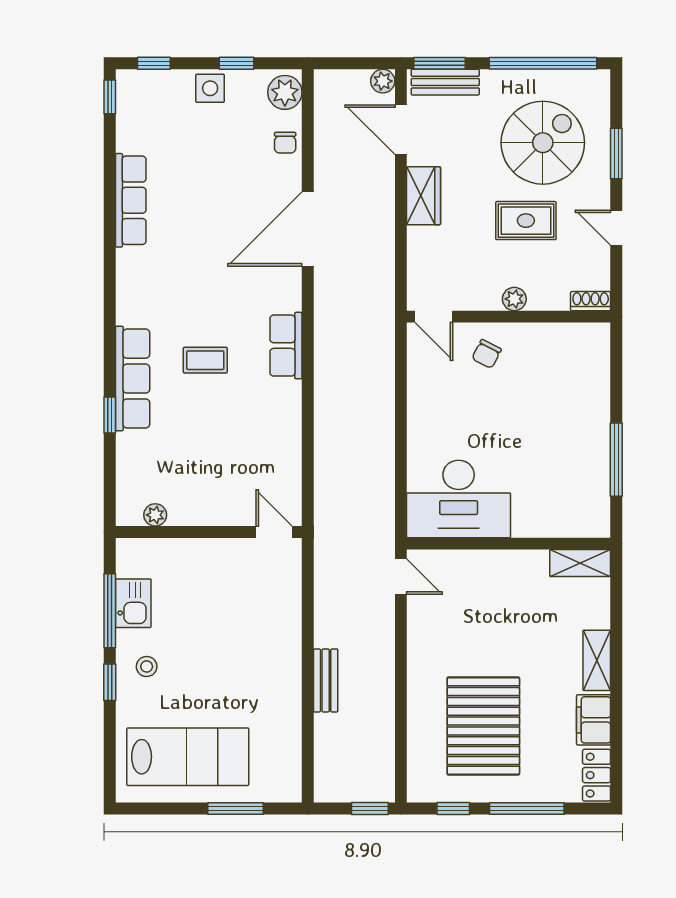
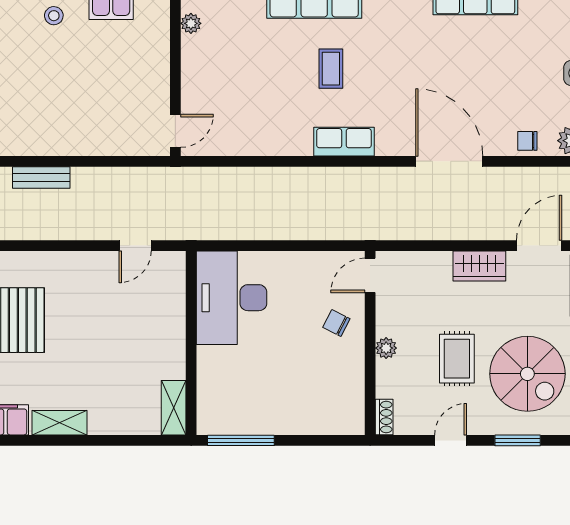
desk: (459, 499) -> (232, 298), moved
wall: (509, 544) -> (191, 343), moved
shelving: (580, 563) -> (174, 408), moved

